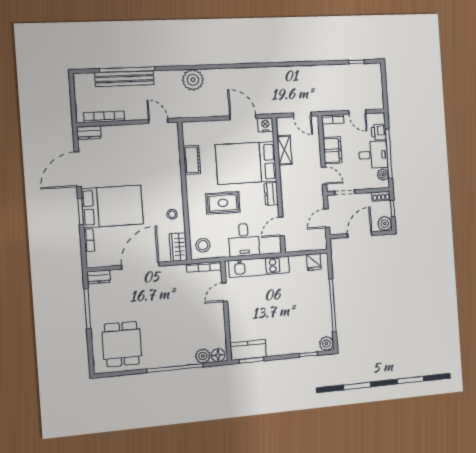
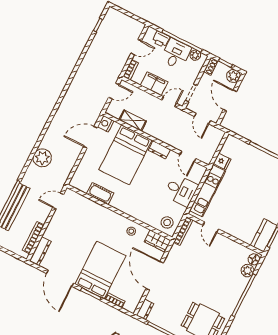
dresser: (89, 133) -> (40, 251), width x1.44
rug: (223, 203) -> (145, 189), removed
fridge: (314, 262) -> (222, 162), moved

